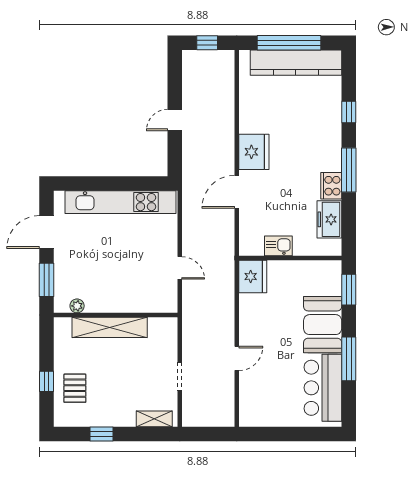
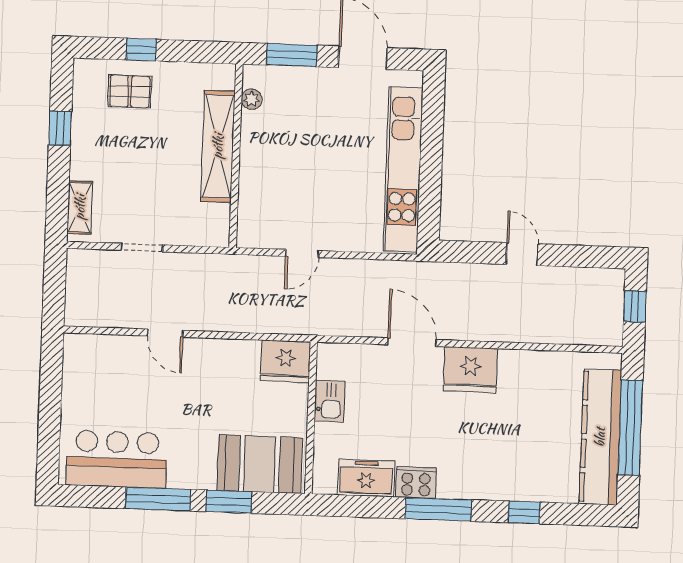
window: (349, 290) -> (229, 502), moved
booth: (323, 325) -> (260, 464), moved

